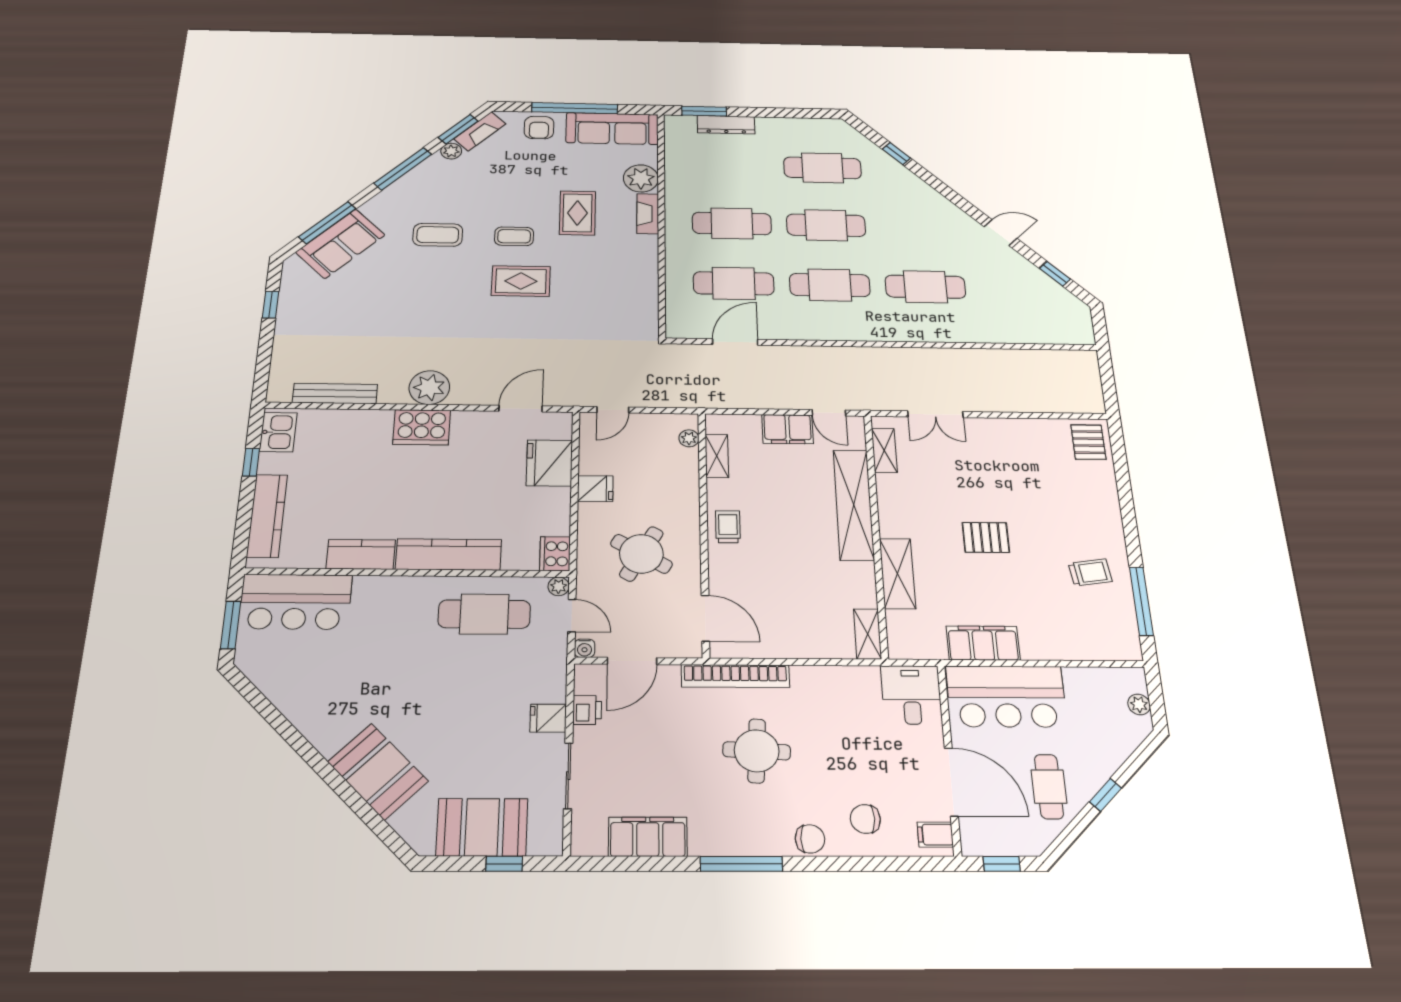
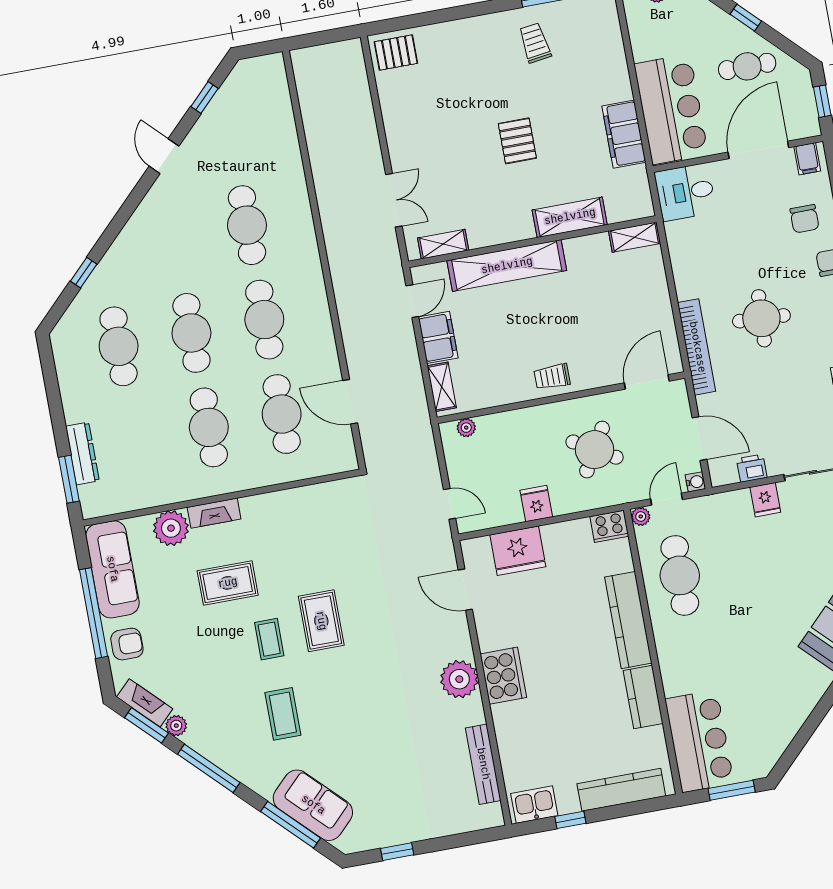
shelving: (717, 456) -> (442, 387), moved, turned 90

